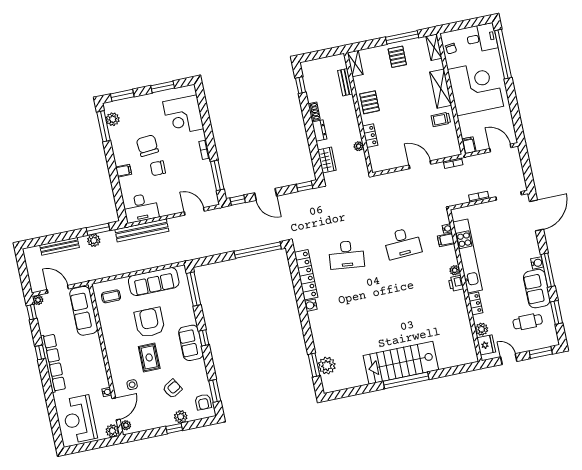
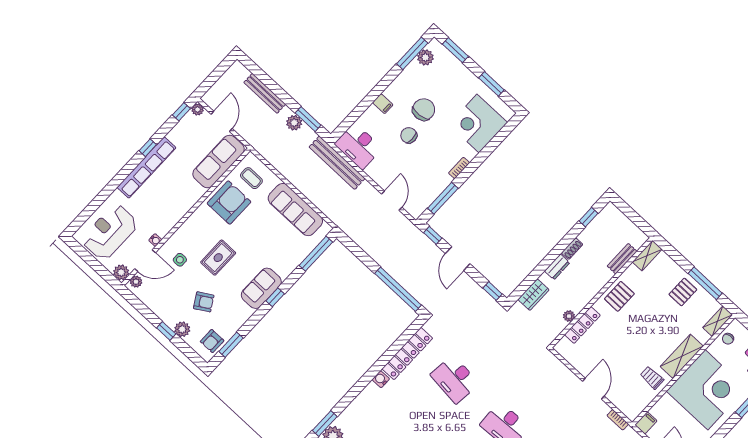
locker: (370, 136) -> (582, 325), width x1.53
armchair: (150, 322) -> (229, 203), moved

